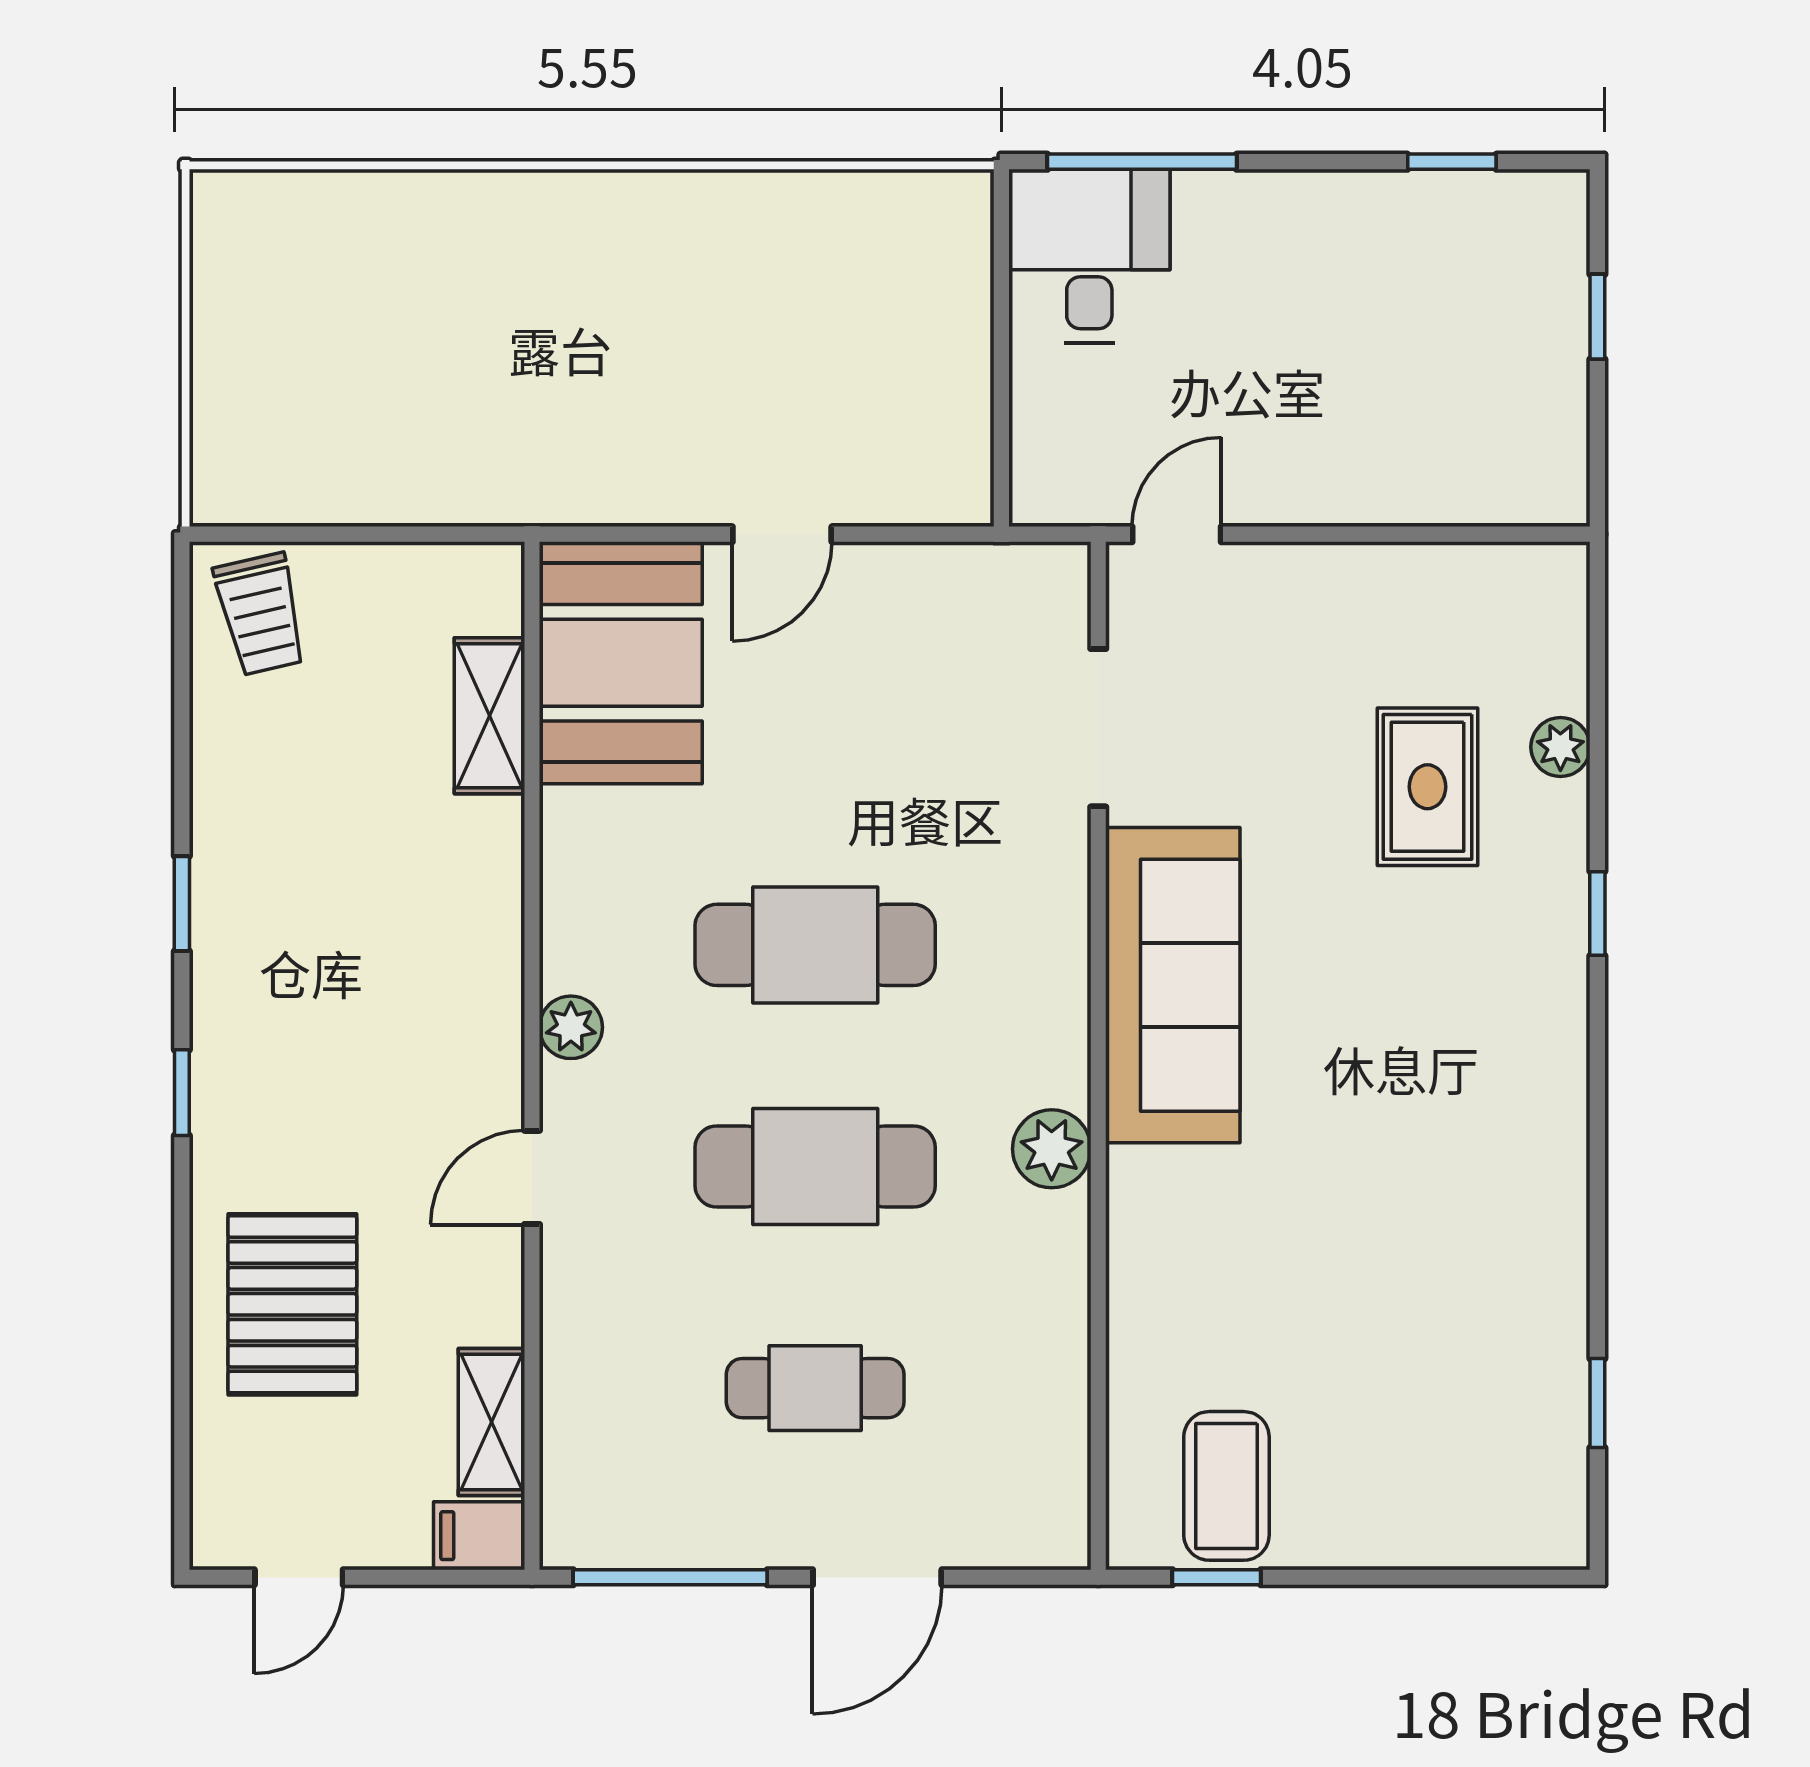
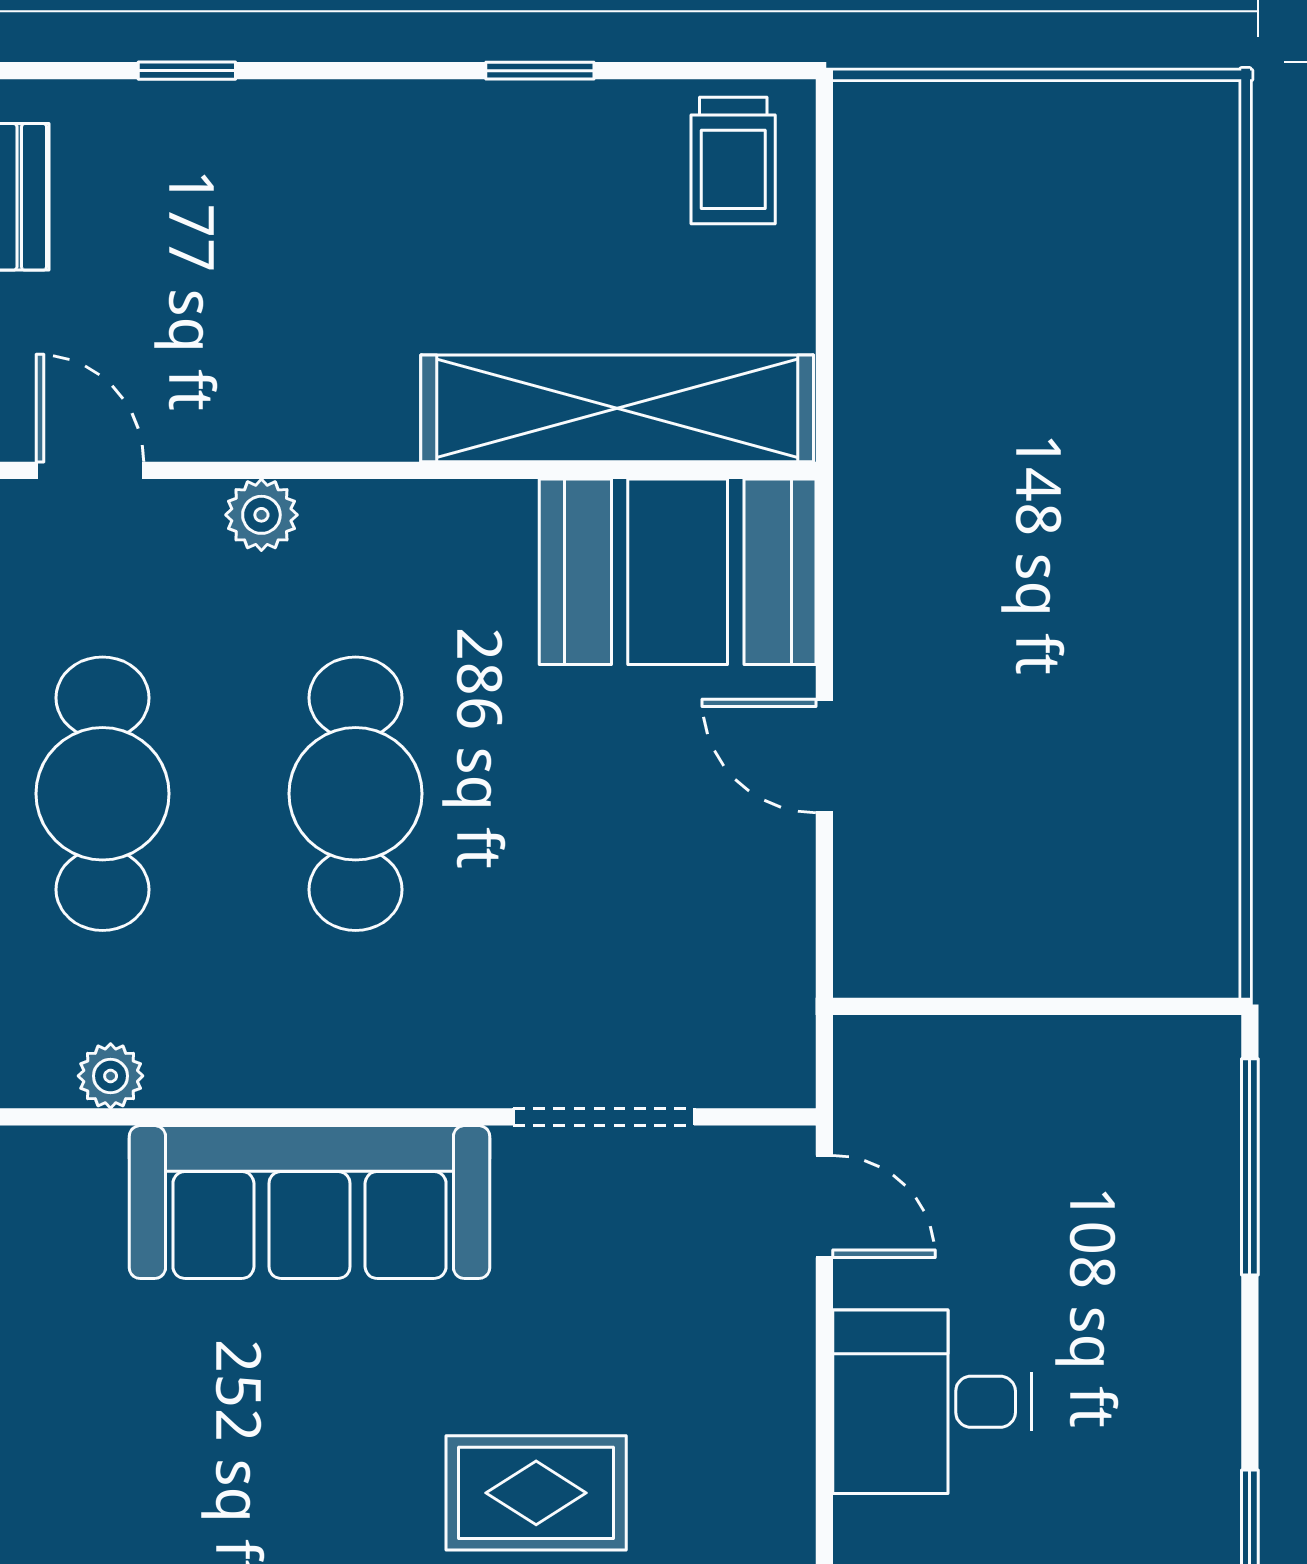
desk: (1089, 256) -> (932, 1402), moved, turned 180
trolley: (261, 614) -> (733, 160), turned -77
shelving: (489, 716) -> (617, 408), width x2.20, depth x1.33
window: (182, 904) -> (540, 71), moved
plant: (1052, 1149) -> (111, 1076), width x0.73, depth x0.73

